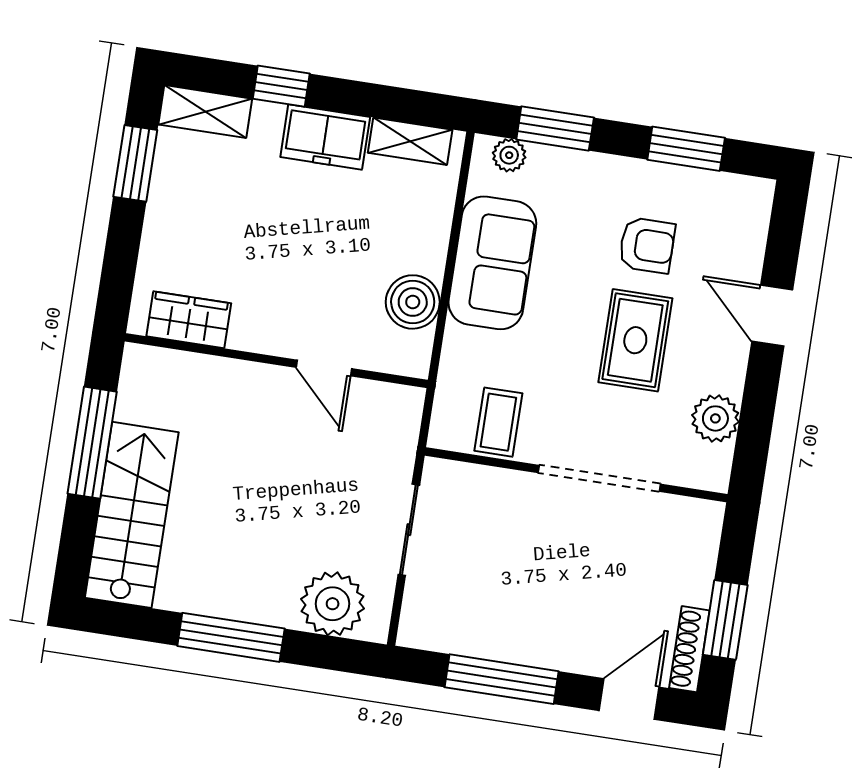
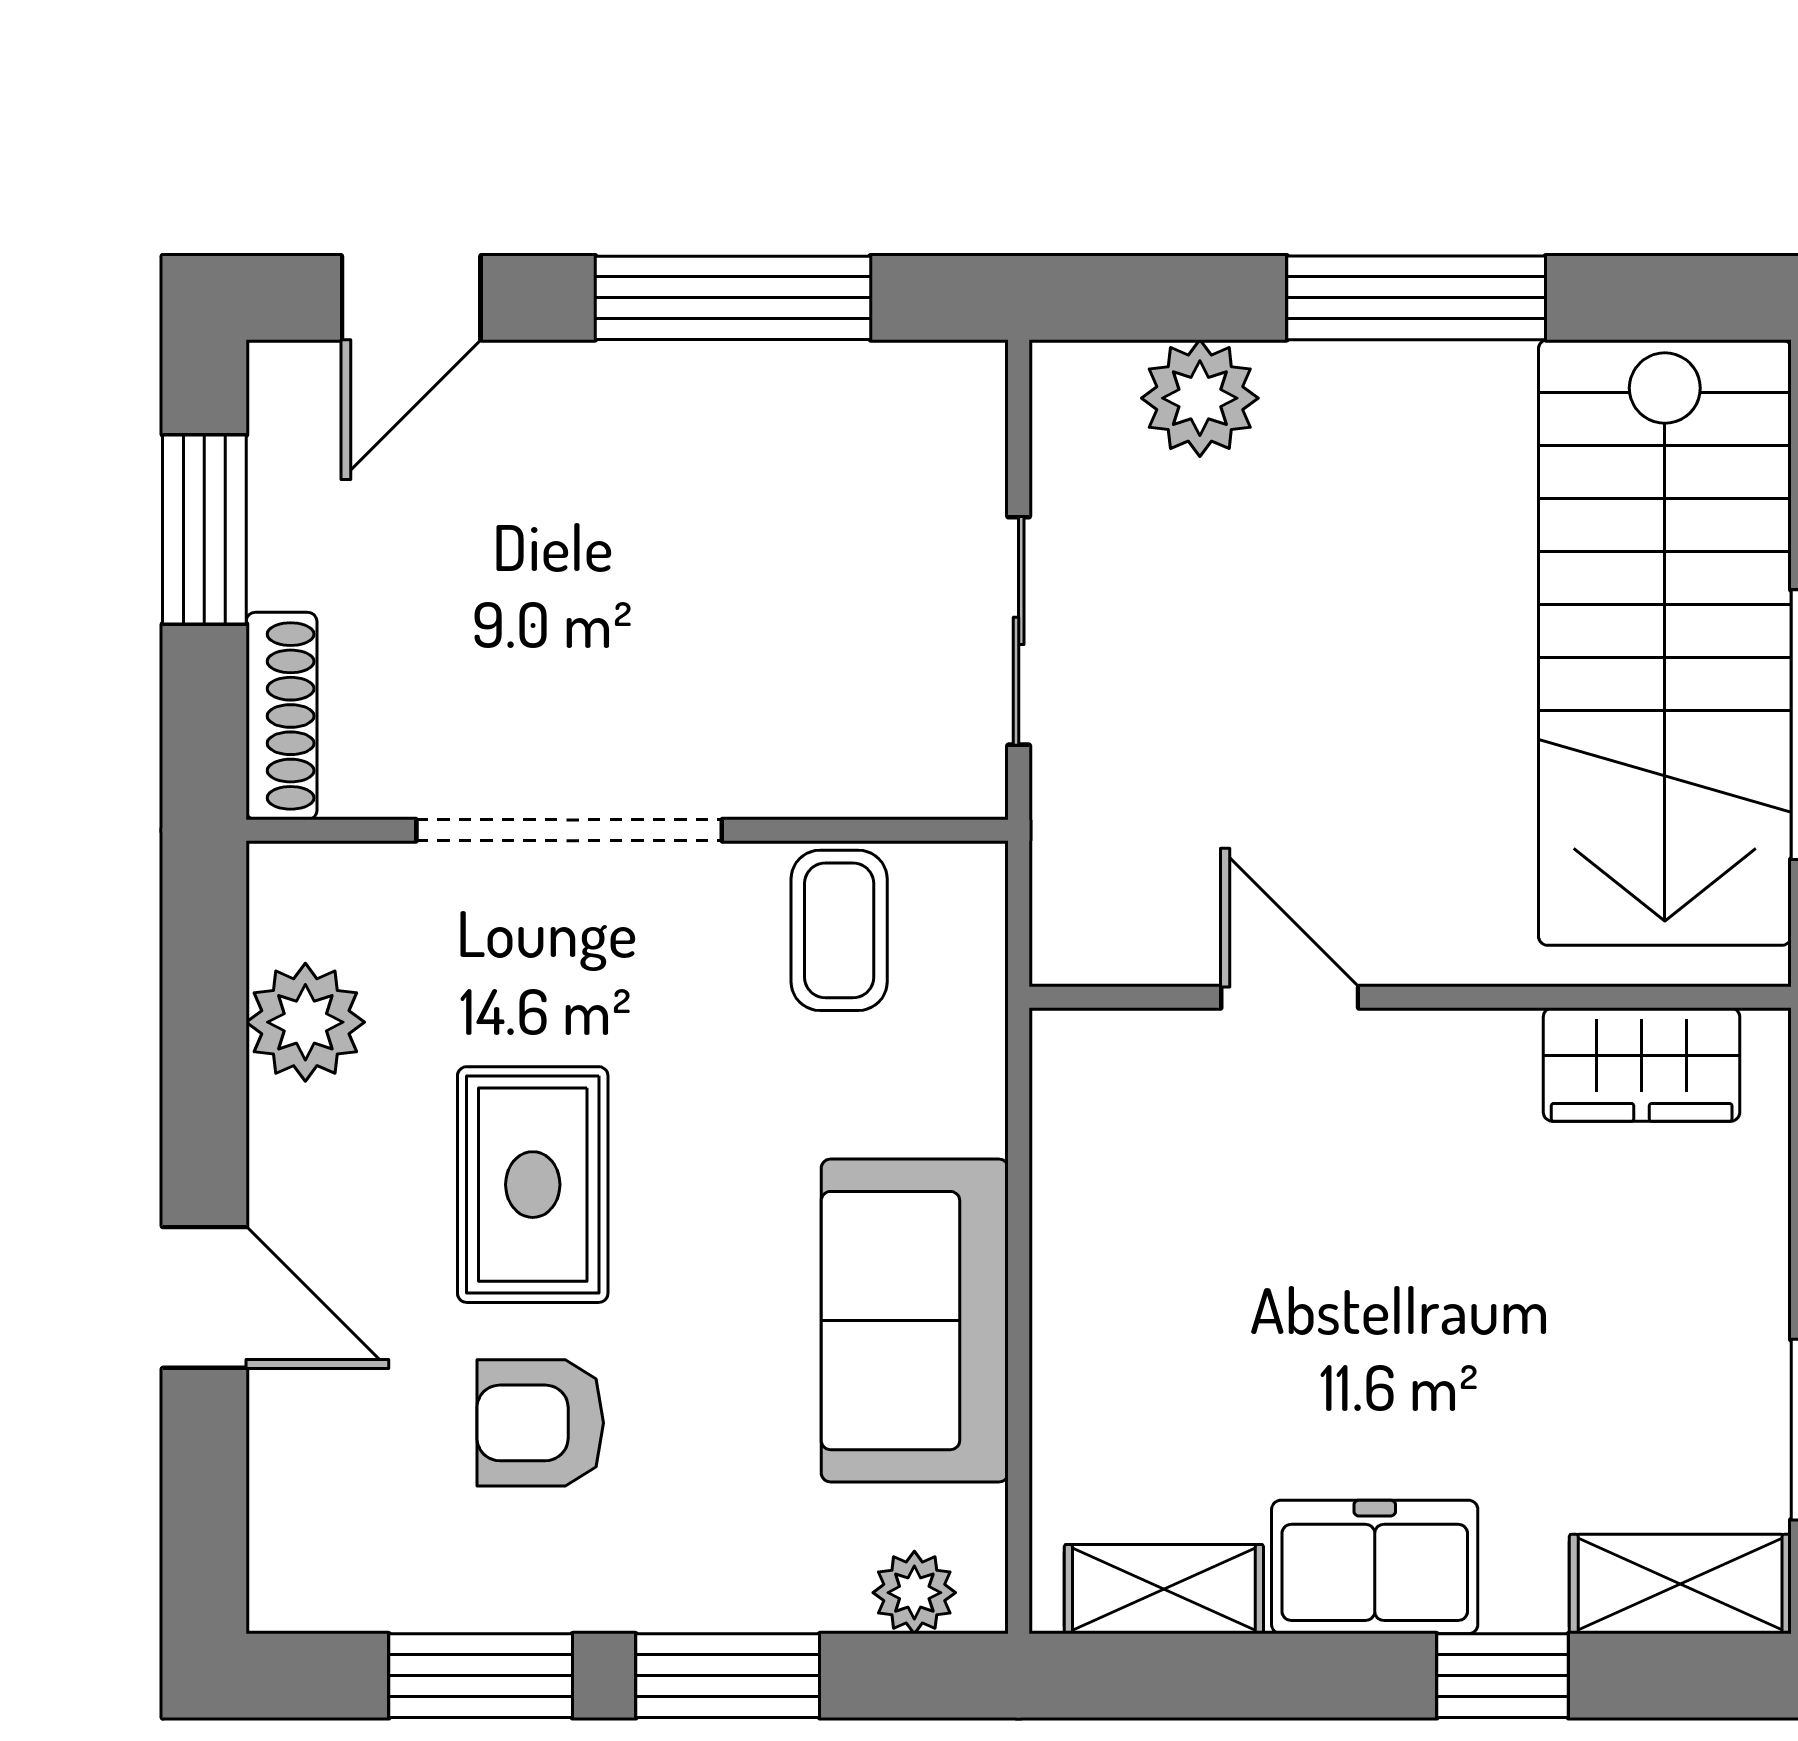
window: (555, 129) -> (728, 1676), moved
boiler: (413, 302) -> (1096, 1194), removed
stairs: (132, 515) -> (1665, 643), width x1.36, depth x1.51
plant: (333, 604) -> (1200, 398), width x0.73, depth x0.73
shoe rack: (689, 649) -> (281, 716), moved

